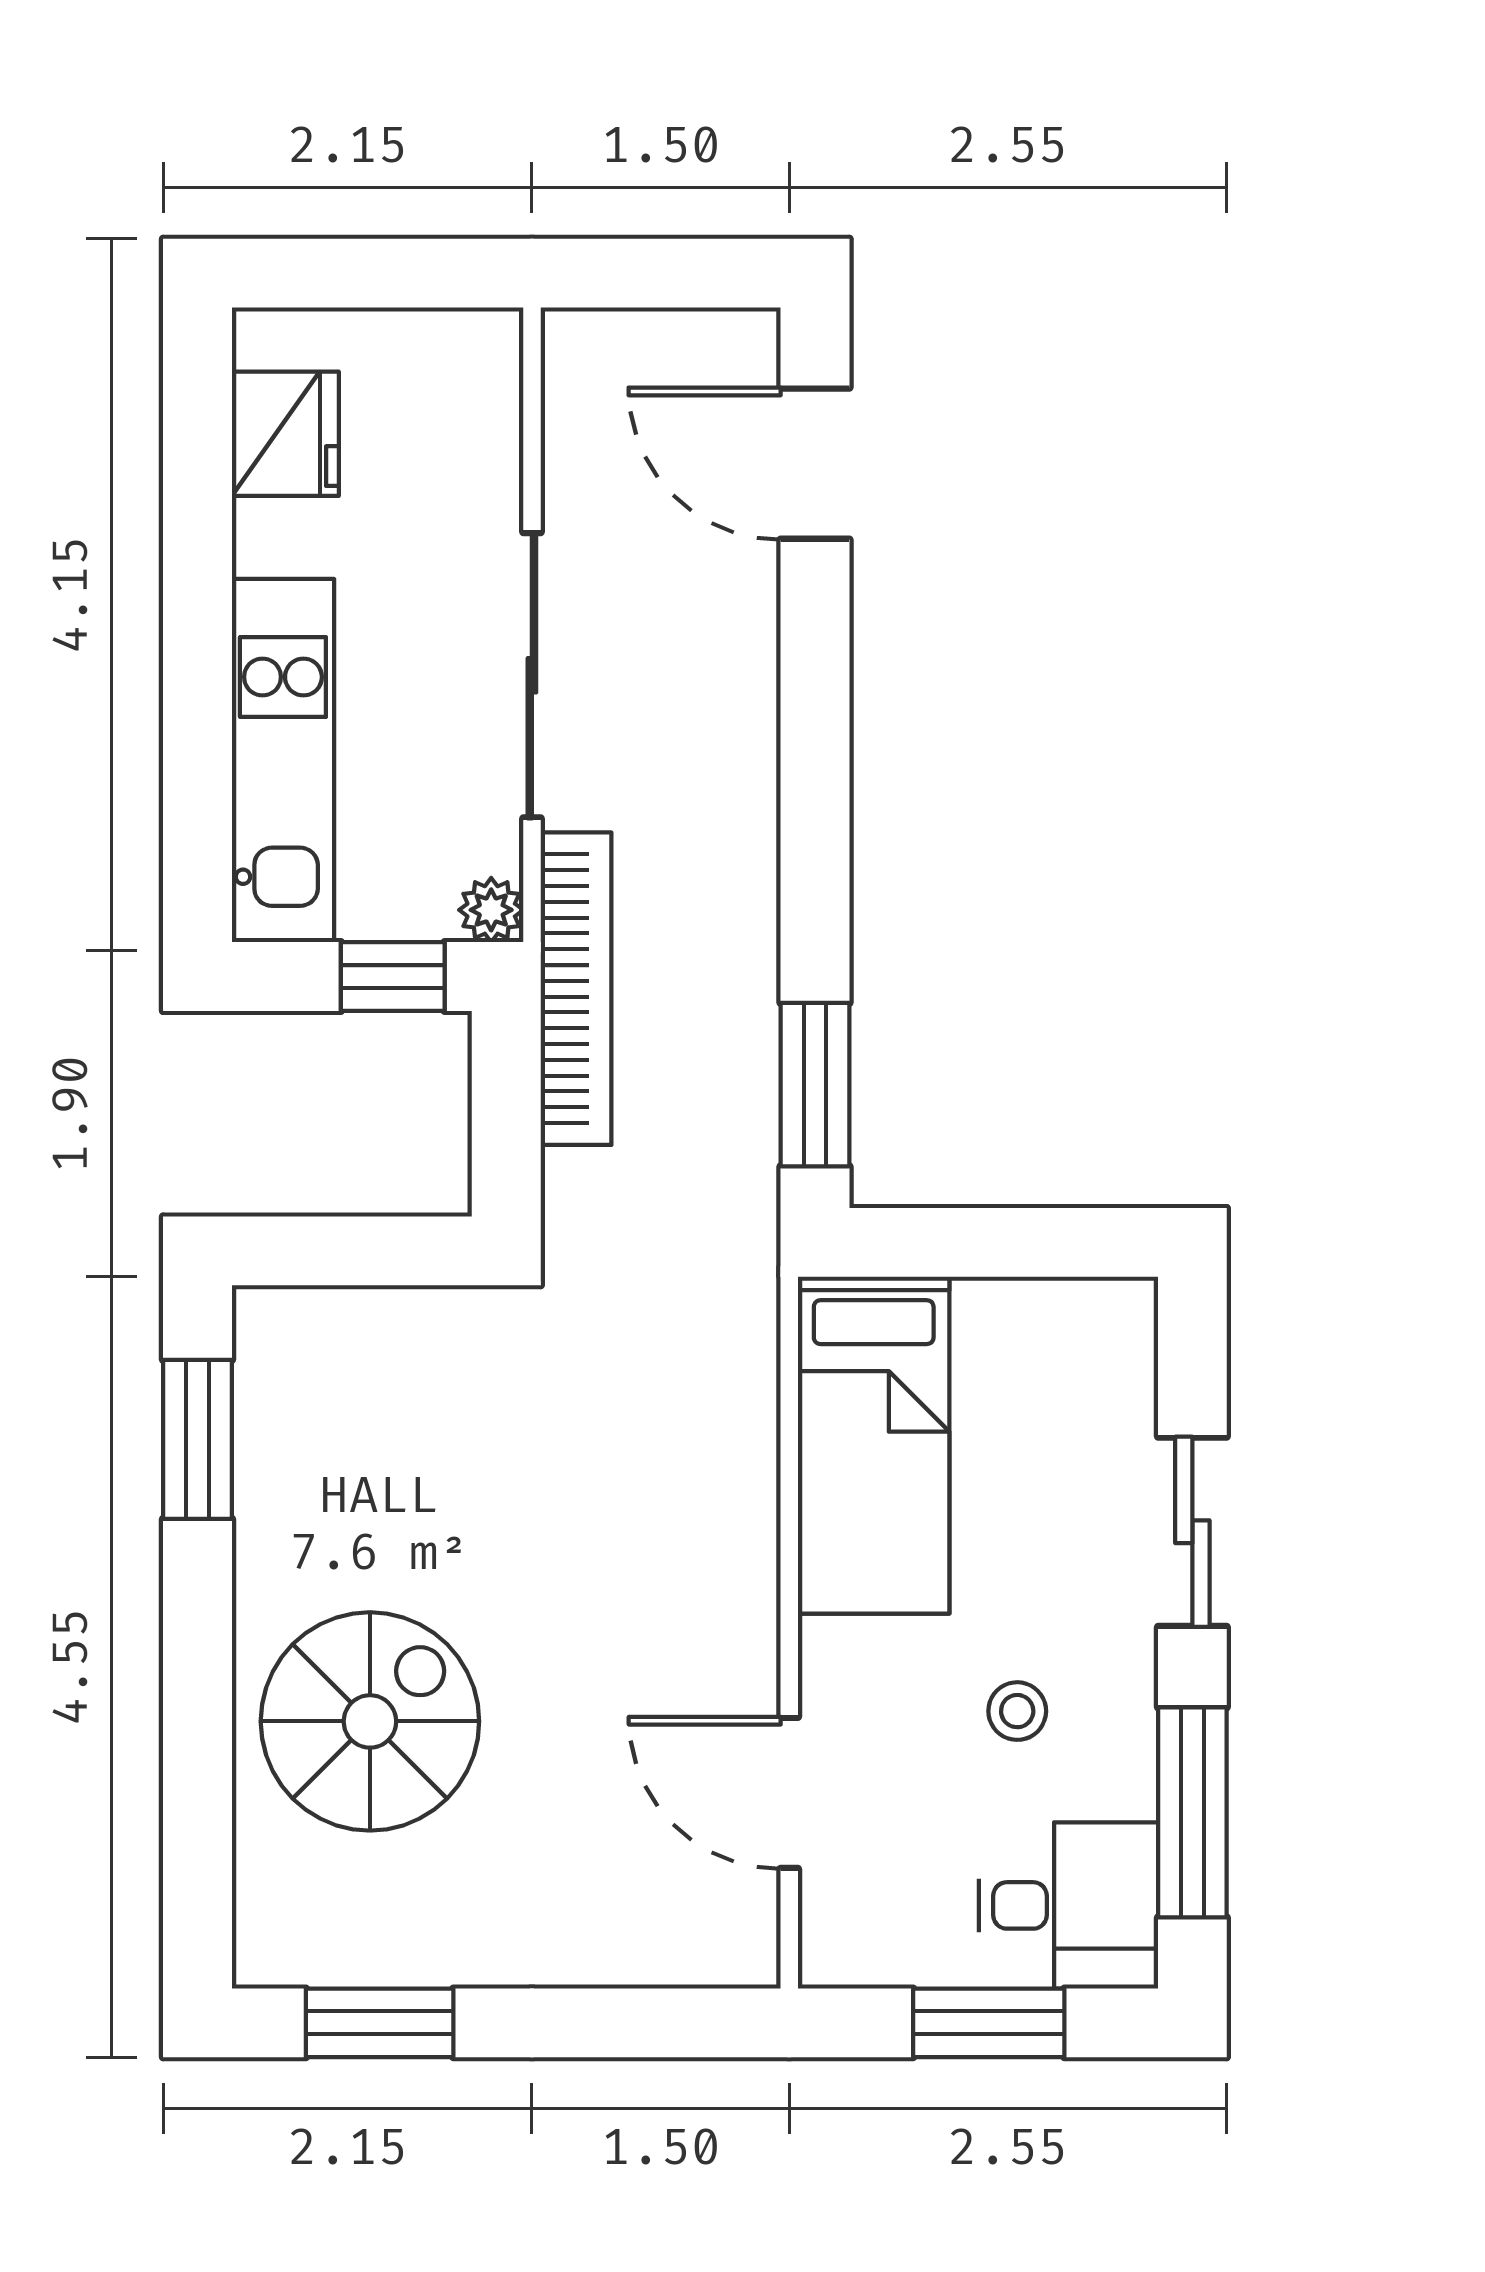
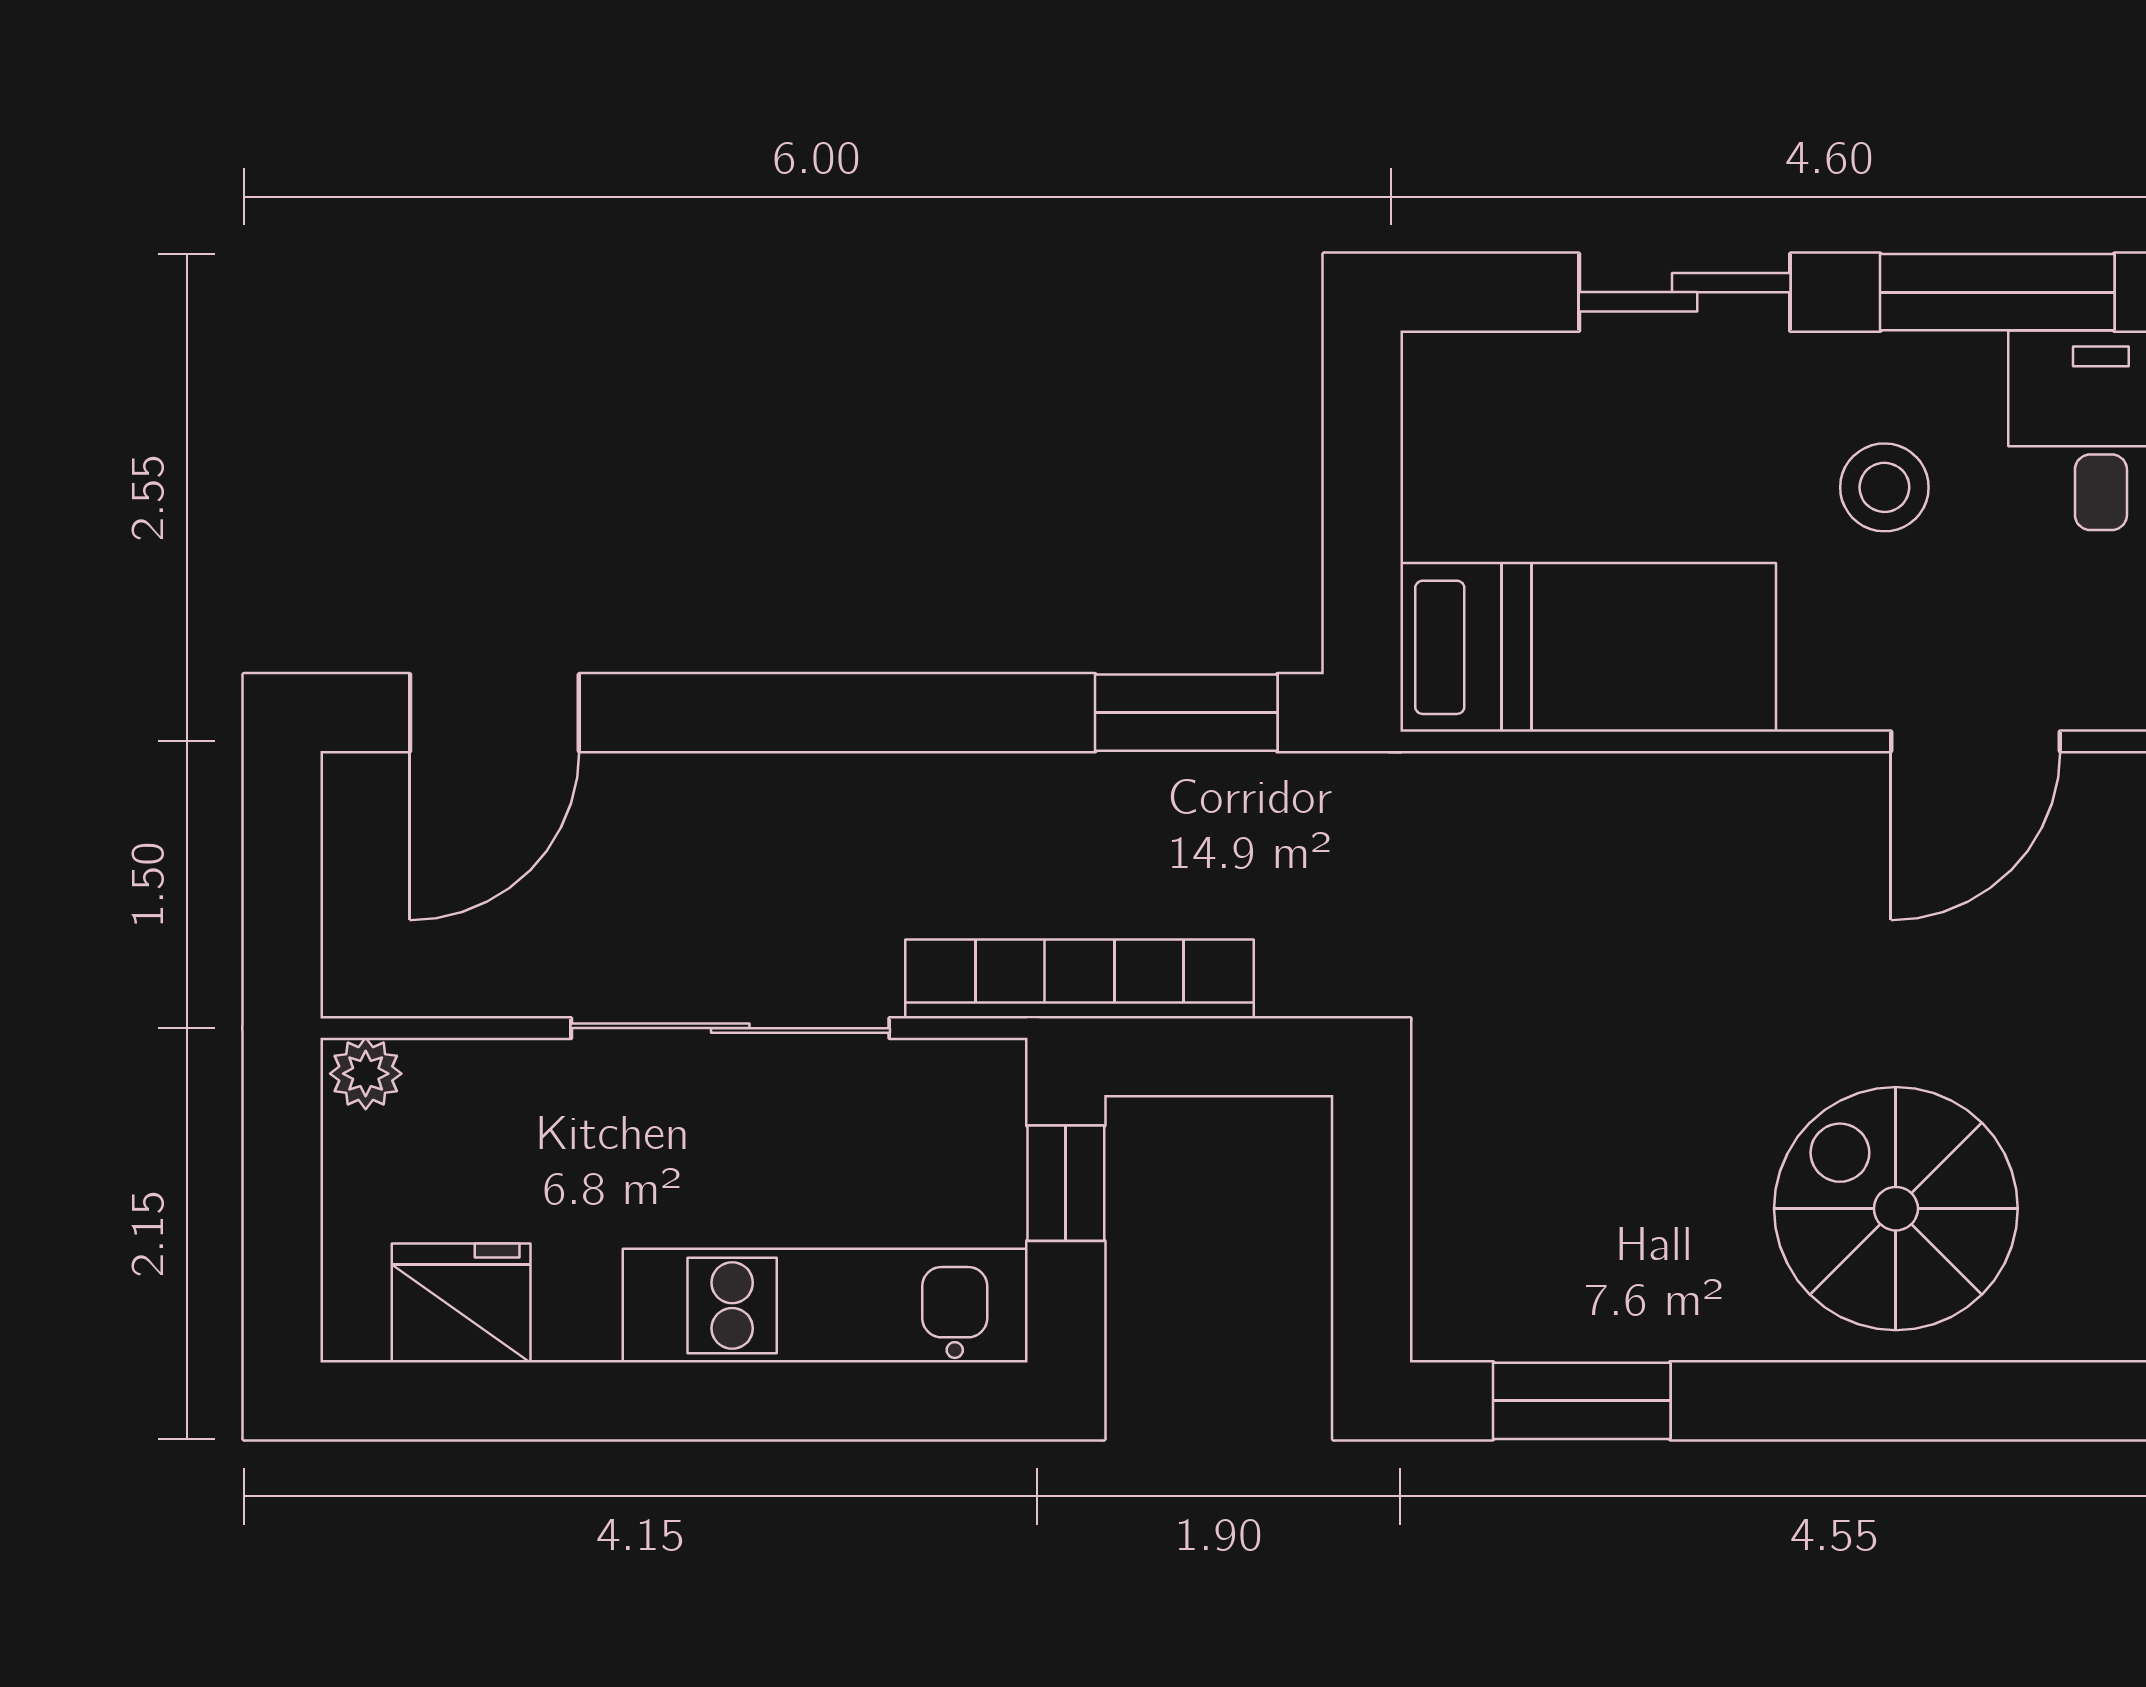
plant: (491, 910) -> (366, 1074), moved
stool: (1017, 1711) -> (1884, 487), width x1.37, depth x1.37

